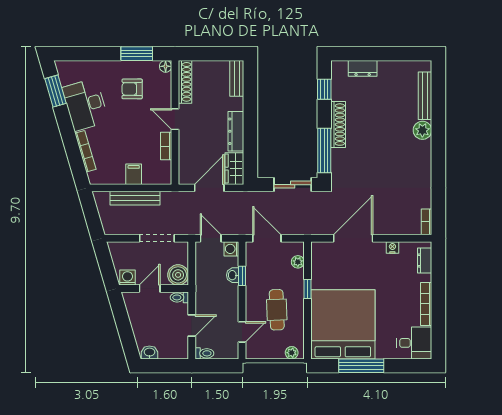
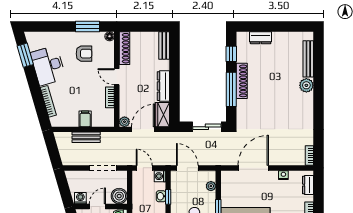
armchair: (132, 89) -> (84, 54), turned 180
window: (324, 151) -> (231, 89), moved
plant: (185, 178) -> (124, 122), added
bench: (135, 198) -> (86, 137), width x0.73

